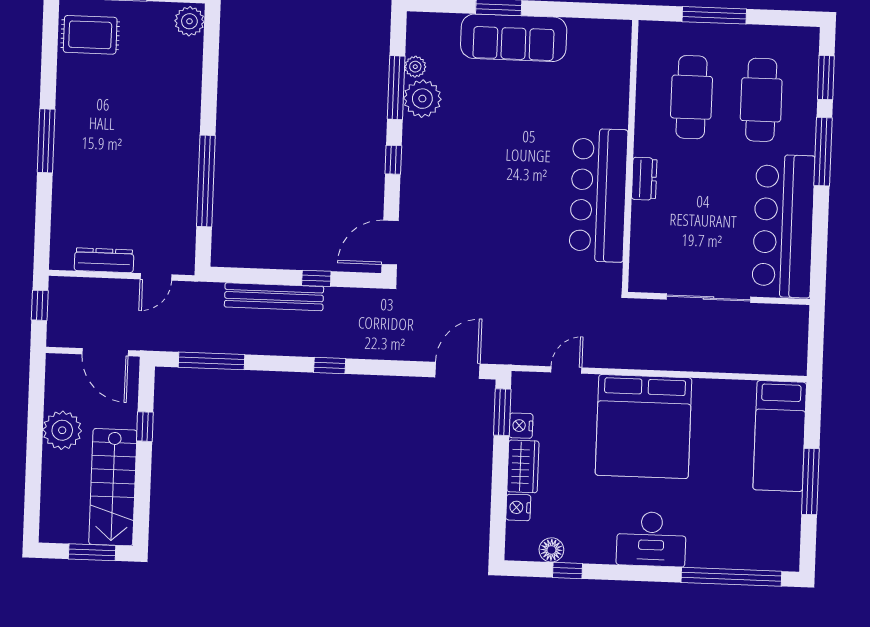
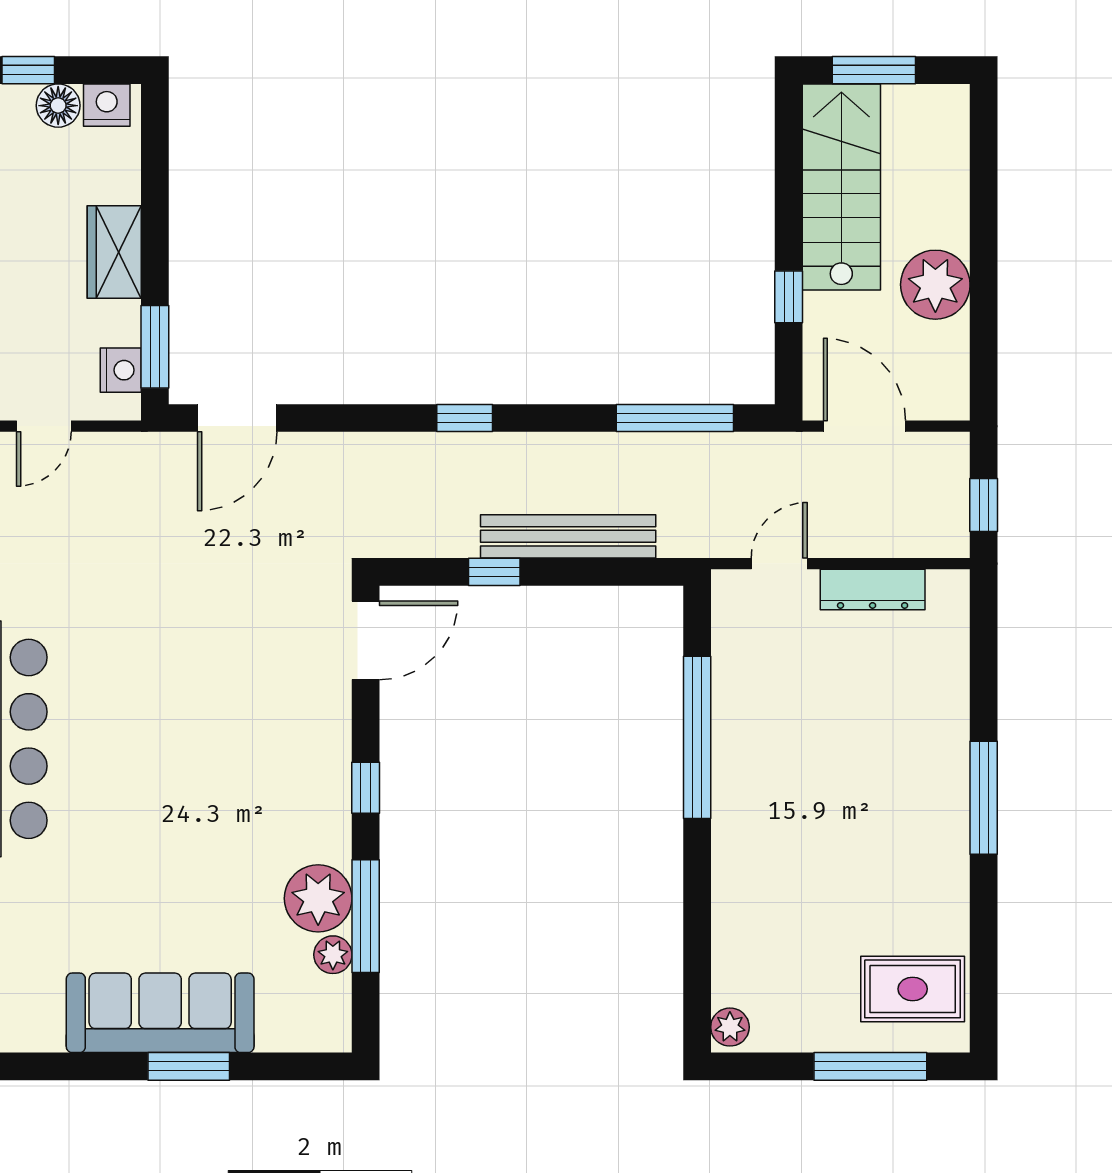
plant: (189, 21) -> (730, 1027), width x0.73, depth x0.73
nightstand: (521, 426) -> (121, 370), moved
nightstand: (518, 507) -> (107, 105), moved, turned -90

